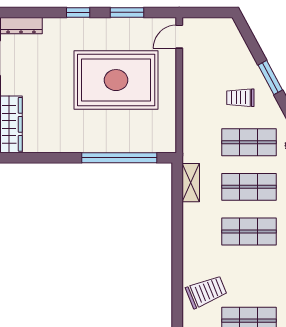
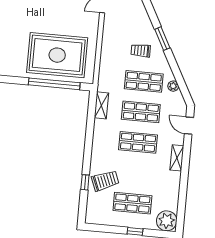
rug: (116, 80) -> (57, 55), moved
window: (177, 297) -> (85, 182), added

